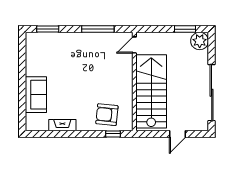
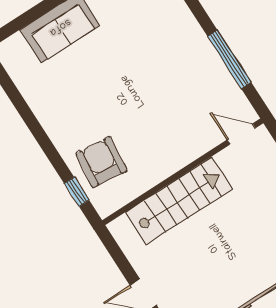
stairs: (151, 91) -> (179, 201), width x0.73, depth x0.66
fireplace: (62, 125) -> (38, 101), removed

